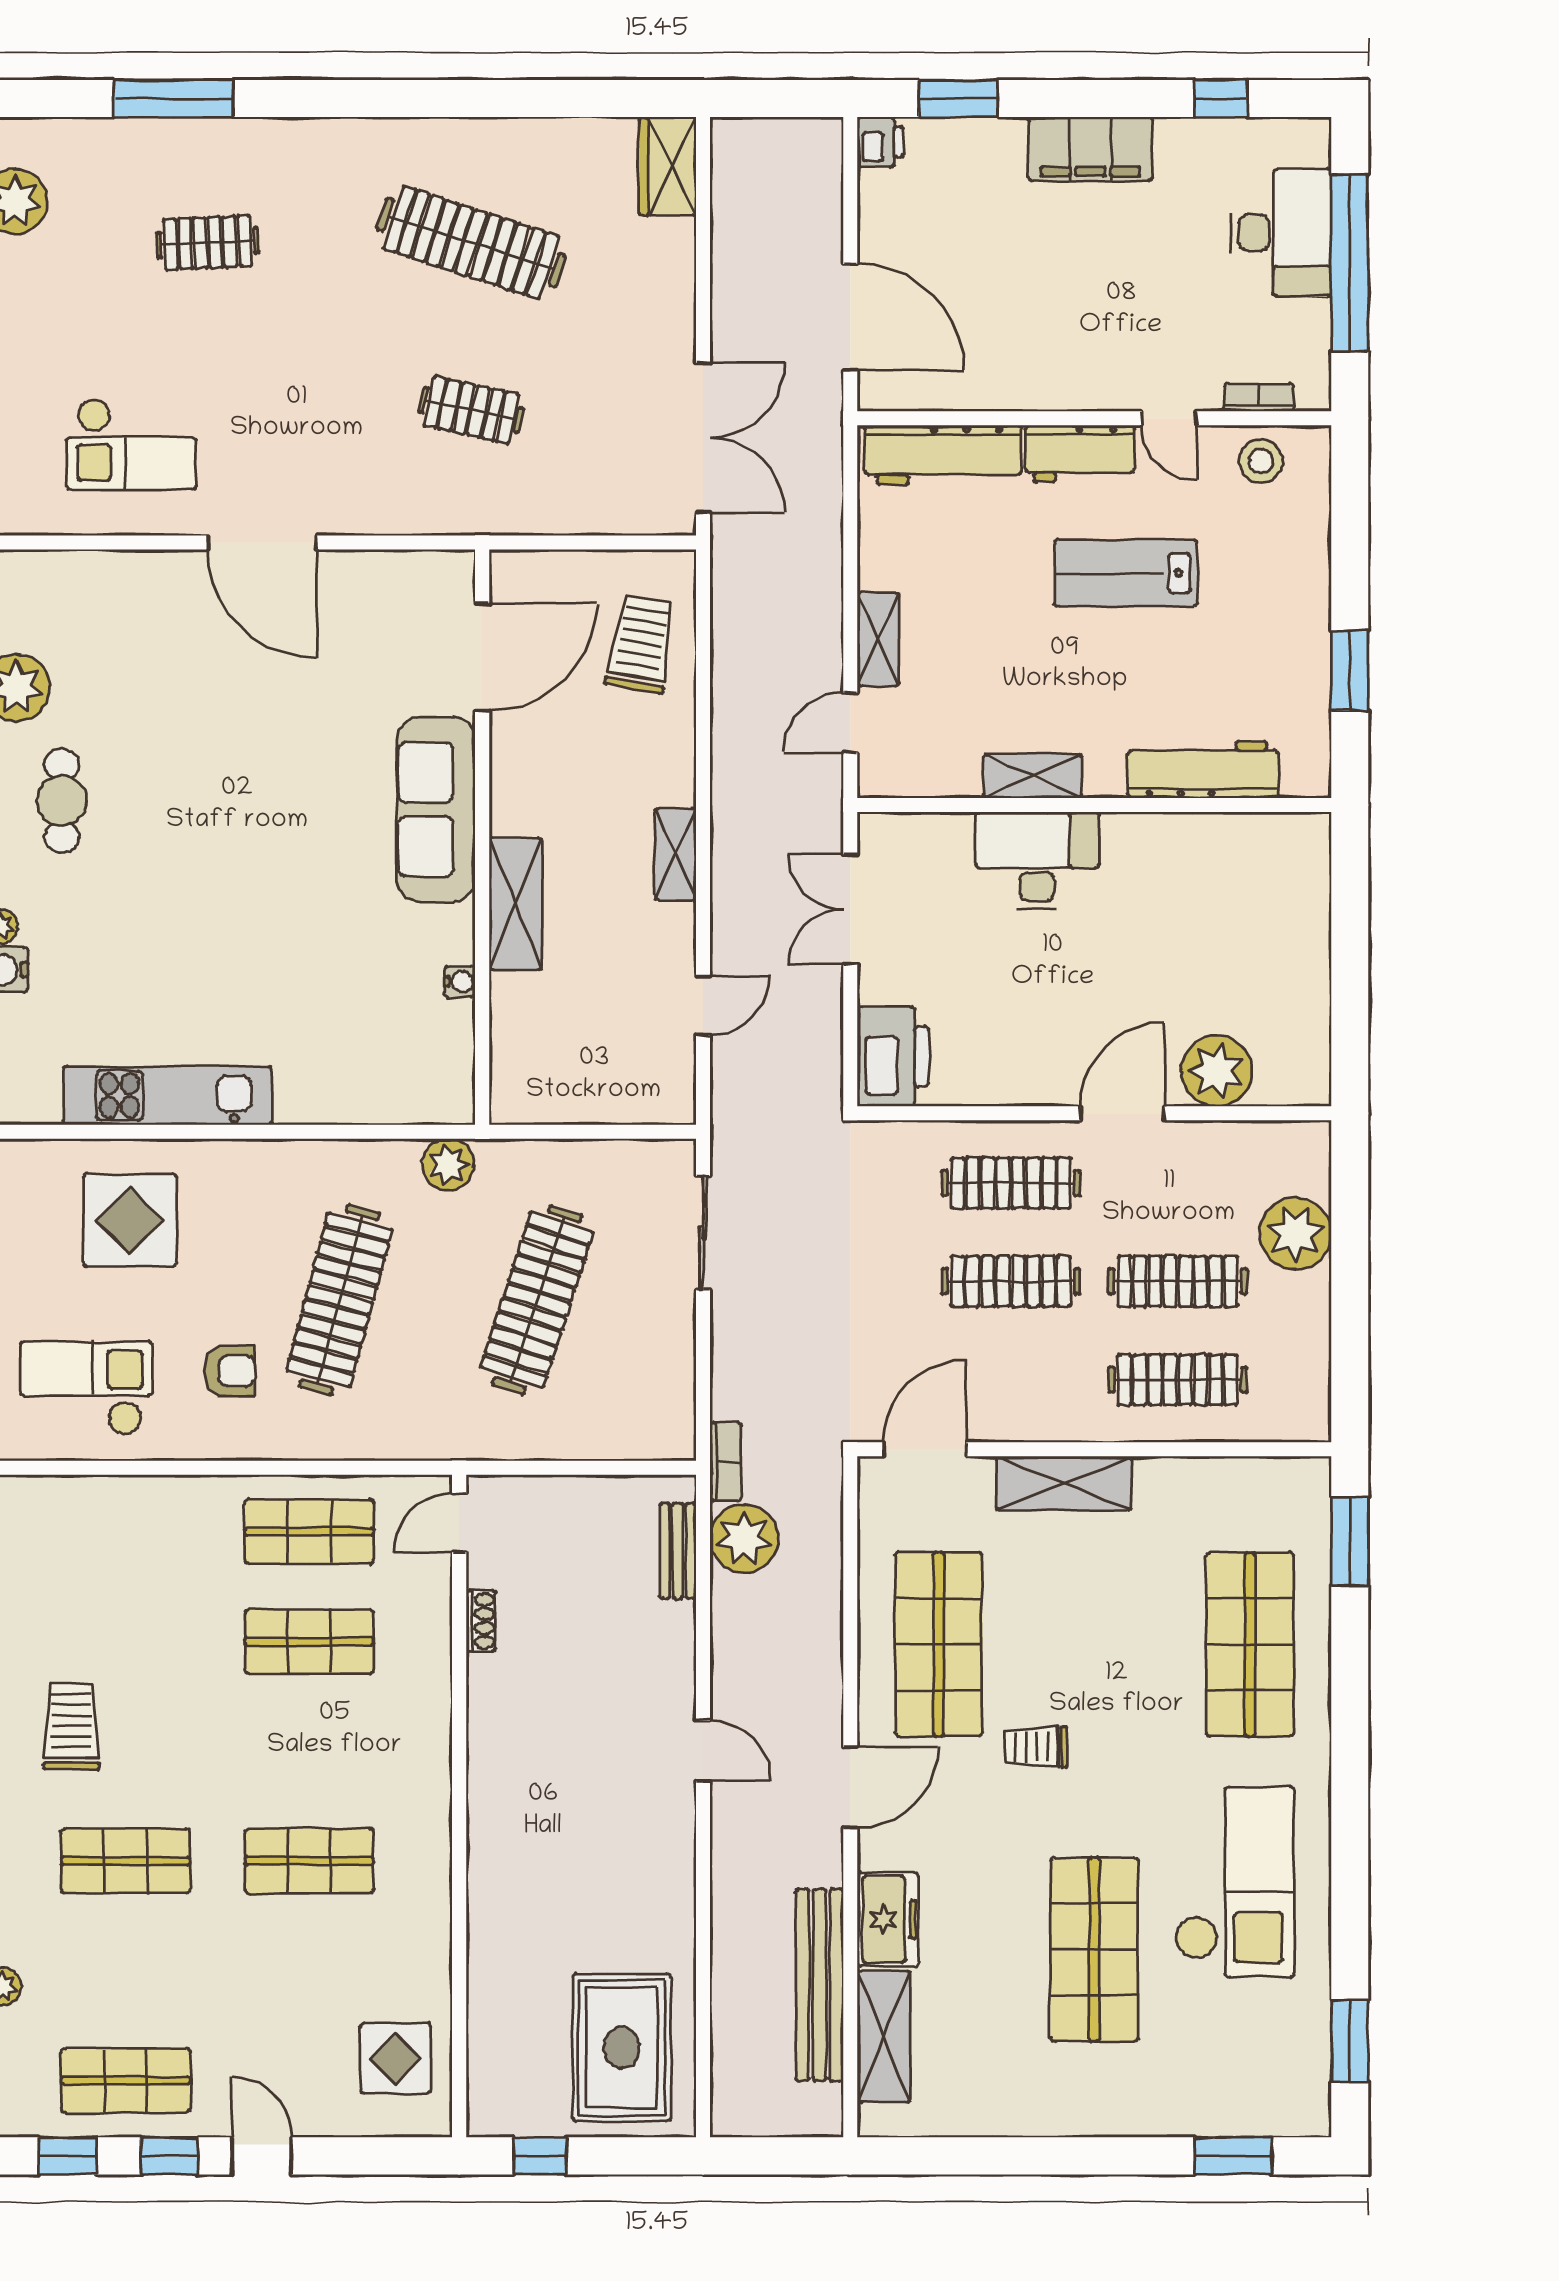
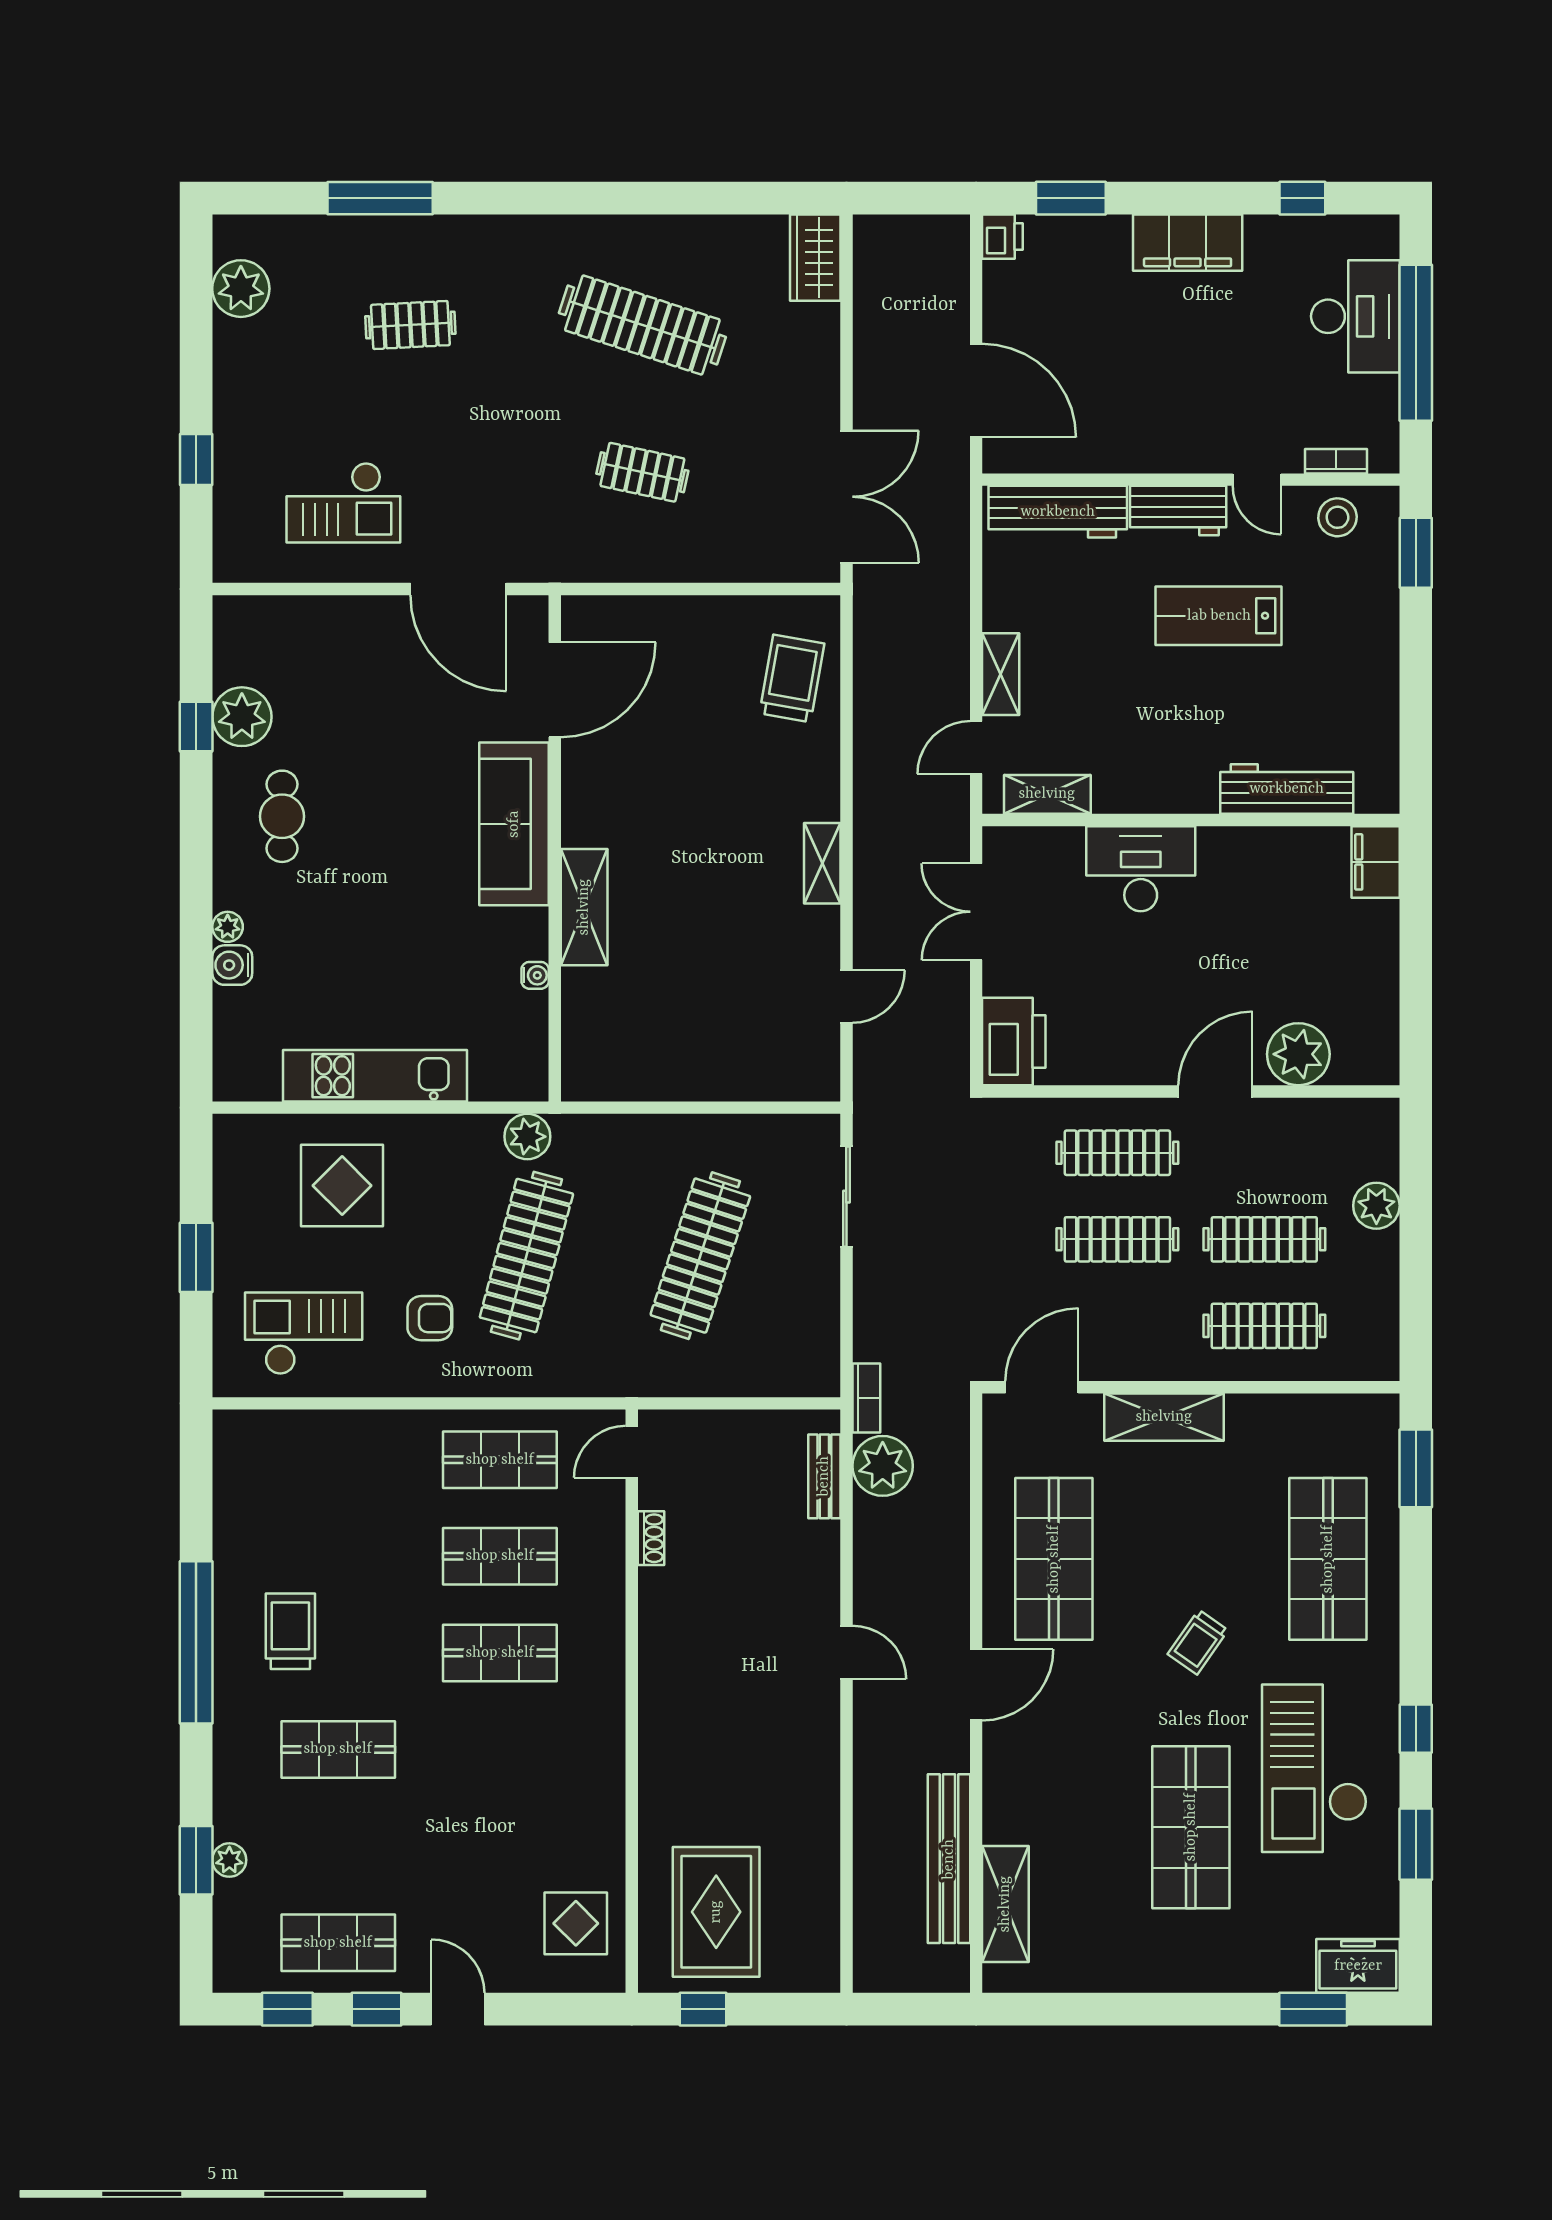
door: (482, 657) -> (555, 690), moved
window: (1350, 671) -> (1416, 553), moved
shelving: (1032, 776) -> (1047, 794), moved
sofa: (436, 809) -> (514, 824), moved
wall: (482, 837) -> (555, 848), moved
filing cabinet: (1304, 853) -> (1376, 862), added
shelving: (515, 904) -> (584, 907), moved
water cooler: (460, 981) -> (535, 975), moved
plant: (448, 1165) -> (527, 1137), moved
plant: (1296, 1234) -> (1376, 1206), width x0.73, depth x0.73
trolley: (1036, 1747) -> (1198, 1642), moved, turned -55
window: (1350, 1837) -> (1416, 1729), added
shop shelf: (309, 1861) -> (500, 1653), moved
checkout: (1235, 1882) -> (1314, 1768), turned 180
freezer: (888, 1920) -> (1358, 1966), moved, turned -90
window: (1350, 2042) -> (1416, 1844), moved
rug: (622, 2048) -> (716, 1912), moved

